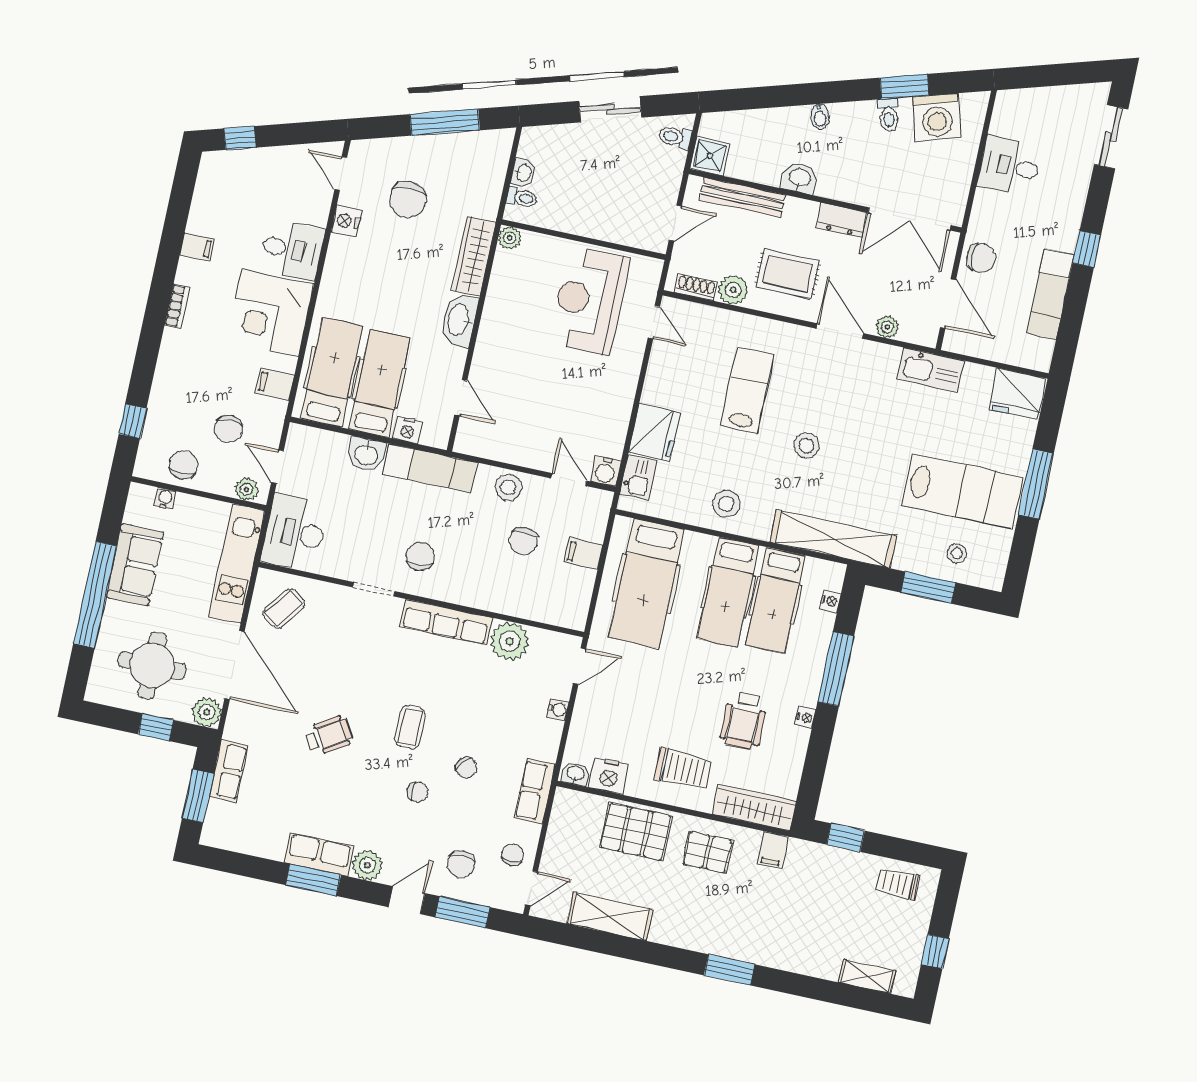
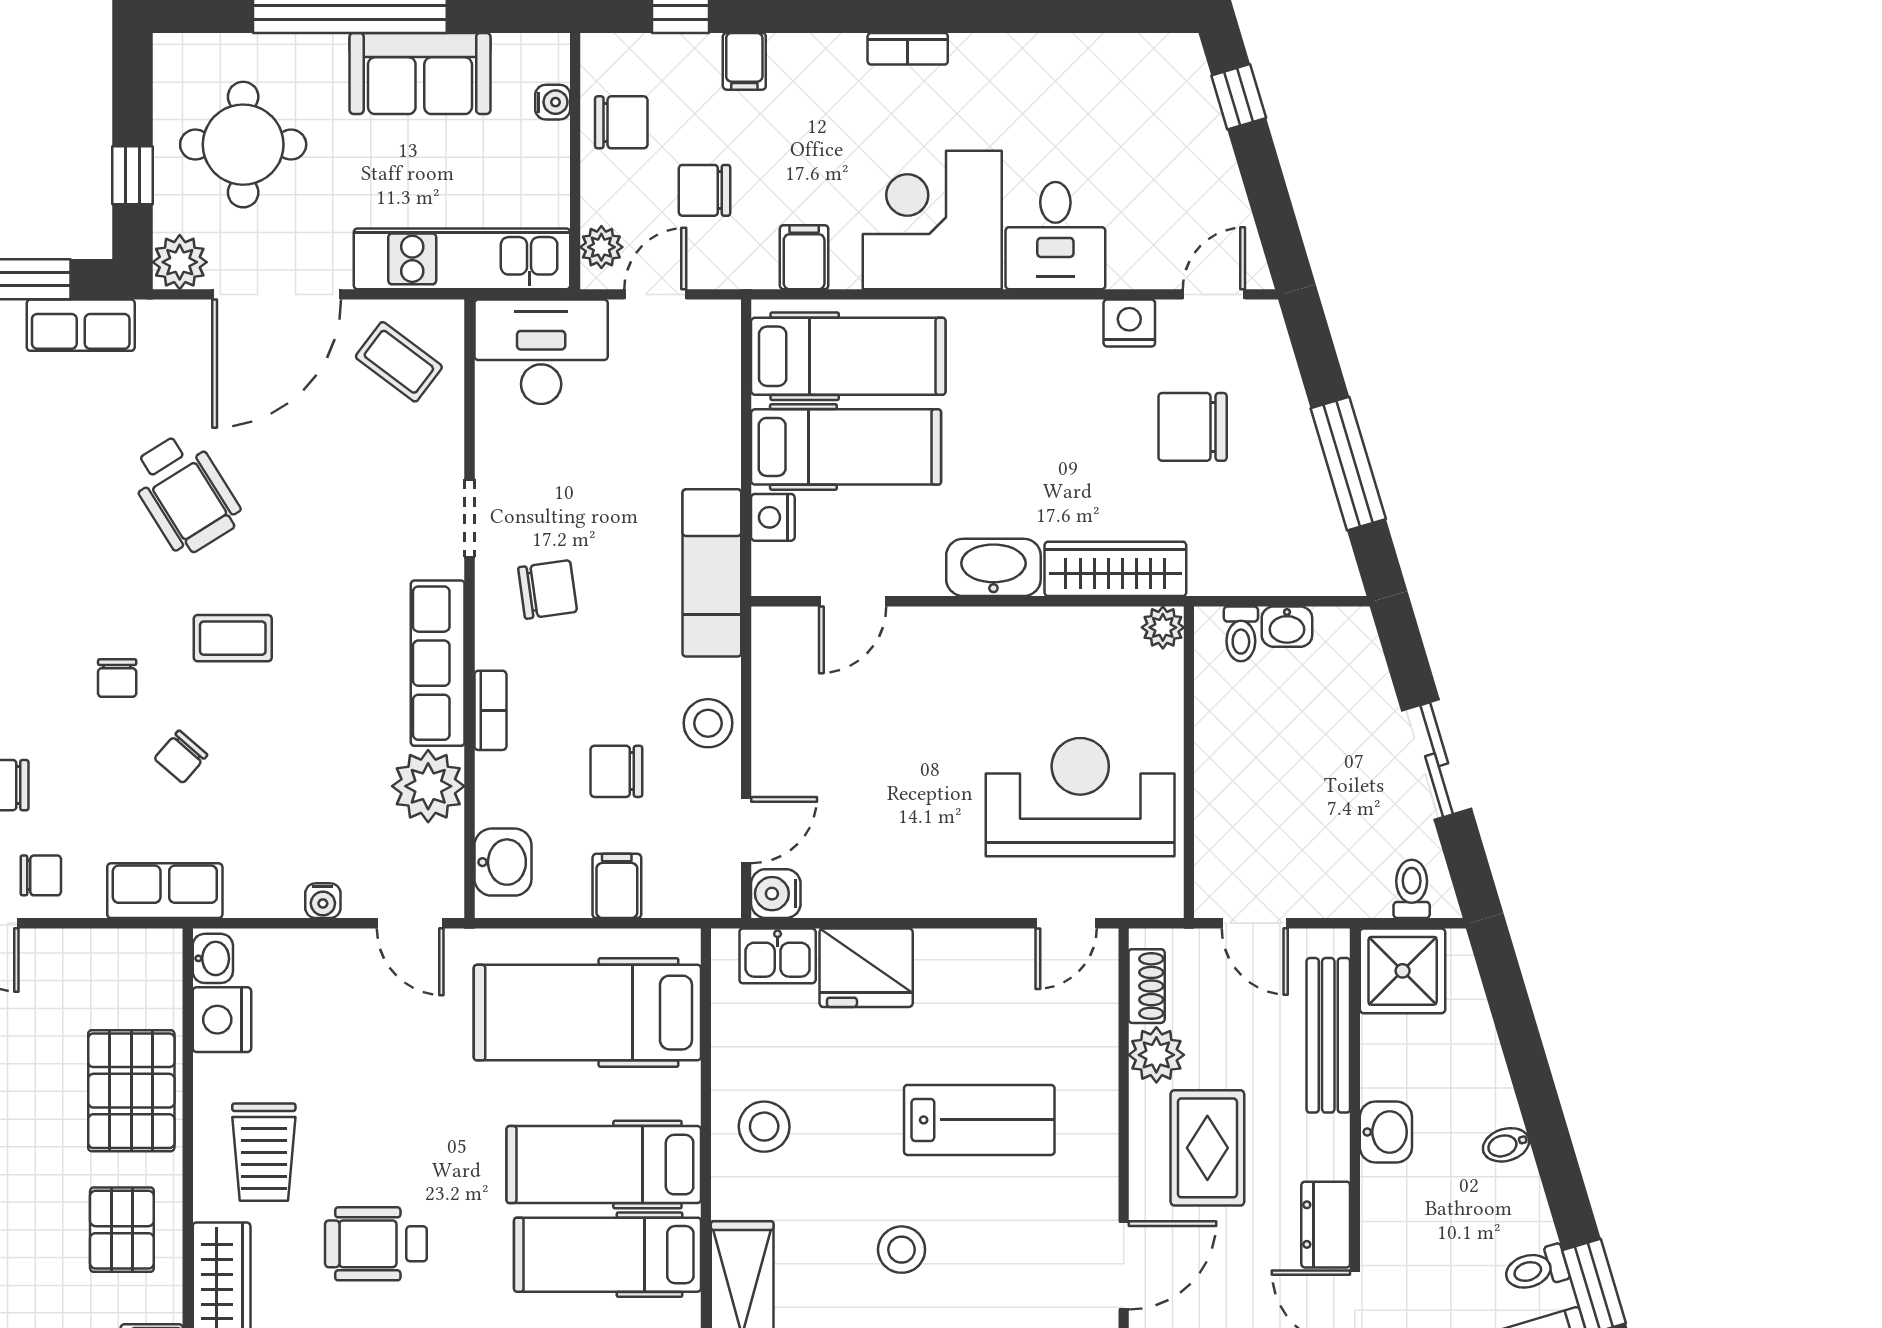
shower: (710, 156) -> (1403, 971), width x1.36, depth x1.36
filing cabinet: (197, 247) -> (744, 61), moved
washbasin: (366, 454) -> (503, 862), moved, turned 180
bookcase: (477, 600) -> (490, 710), added
wheelchair: (329, 736) -> (185, 494), width x1.36, depth x1.37

